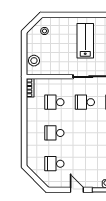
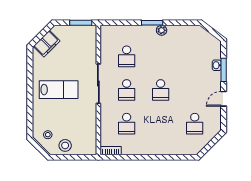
lab bench: (85, 41) -> (59, 90), turned 180
stool: (34, 61) -> (65, 145), moved
school desk: (54, 133) -> (161, 90), moved

